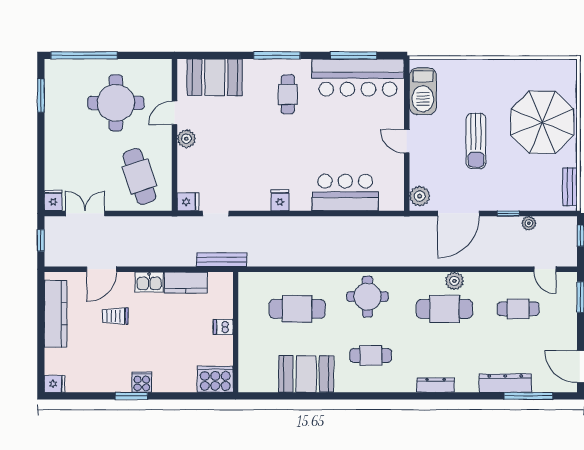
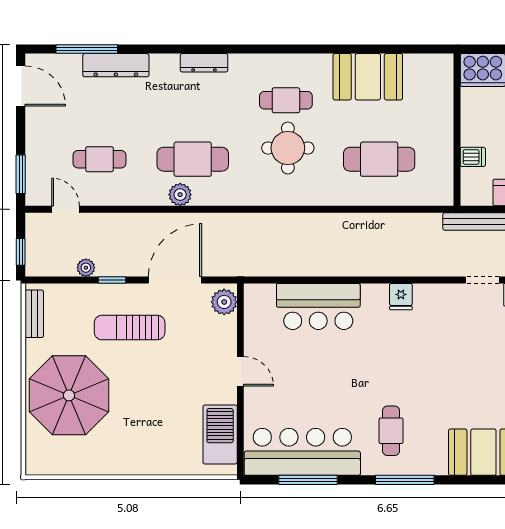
sun lounger: (476, 141) -> (130, 328), moved, turned -90
round table: (367, 297) -> (288, 148), moved
dishwasher: (223, 327) -> (473, 157), moved

